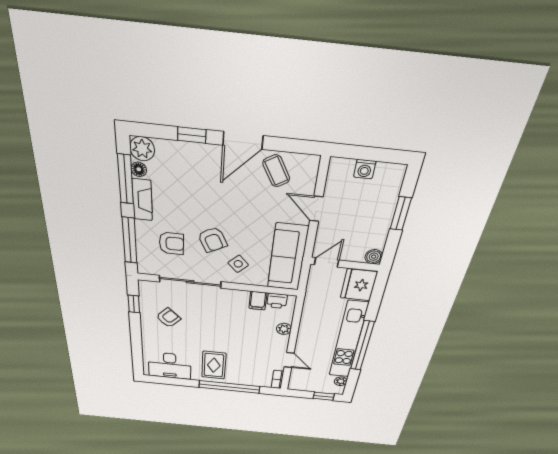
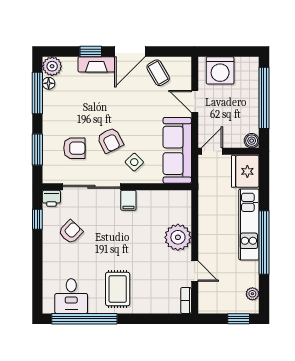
washing machine: (365, 169) -> (220, 70), width x1.89, depth x1.89
fireplace: (142, 200) -> (96, 64), moved, turned 90
window: (401, 213) -> (264, 98), width x2.11
window: (130, 240) -> (37, 149), width x0.69
filing cabinet: (258, 301) -> (128, 200), moved
printer: (277, 301) -> (51, 198), moved
plant: (284, 329) -> (178, 237), width x1.88, depth x1.88
kitchen unit: (348, 340) -> (249, 224), width x0.73
desk: (170, 366) -> (71, 296), width x0.73
window: (229, 387) -> (84, 319), moved

